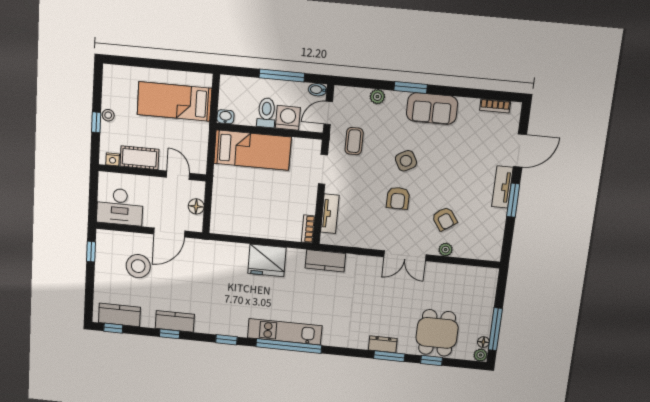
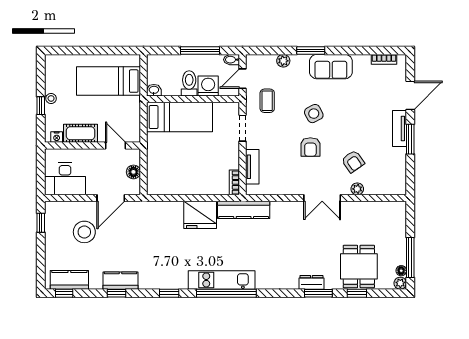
kitchen counter: (325, 261) -> (244, 210), width x1.50

